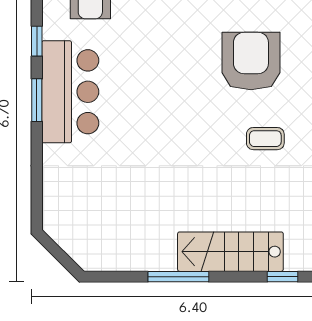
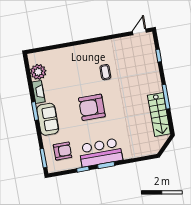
armchair: (251, 61) -> (92, 107), moved
stairs: (230, 252) -> (159, 114), moved

